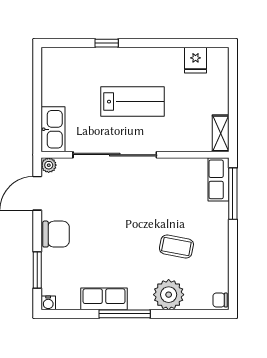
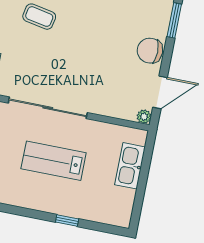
kitchen sink: (53, 129) -> (130, 166), moved
sliding door: (115, 155) -> (48, 108), moved

